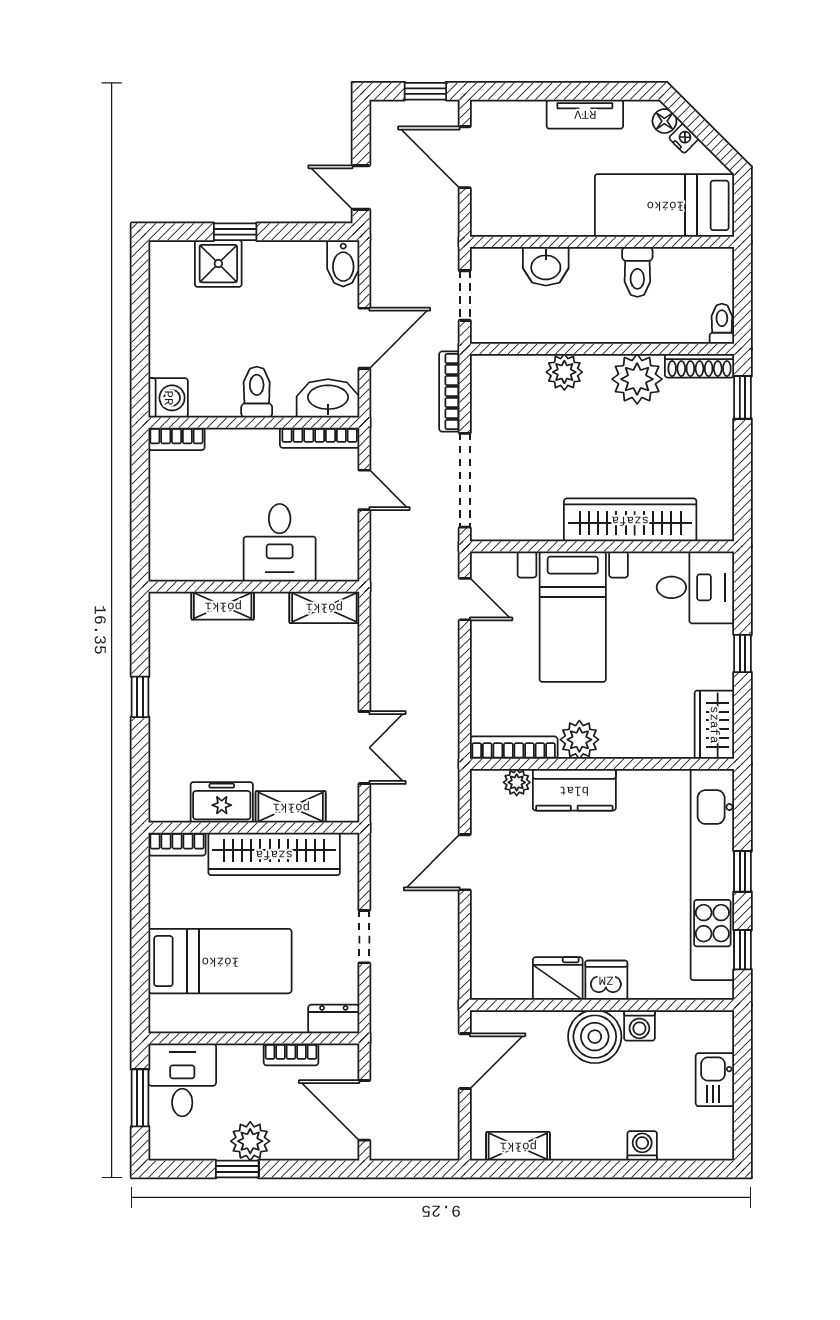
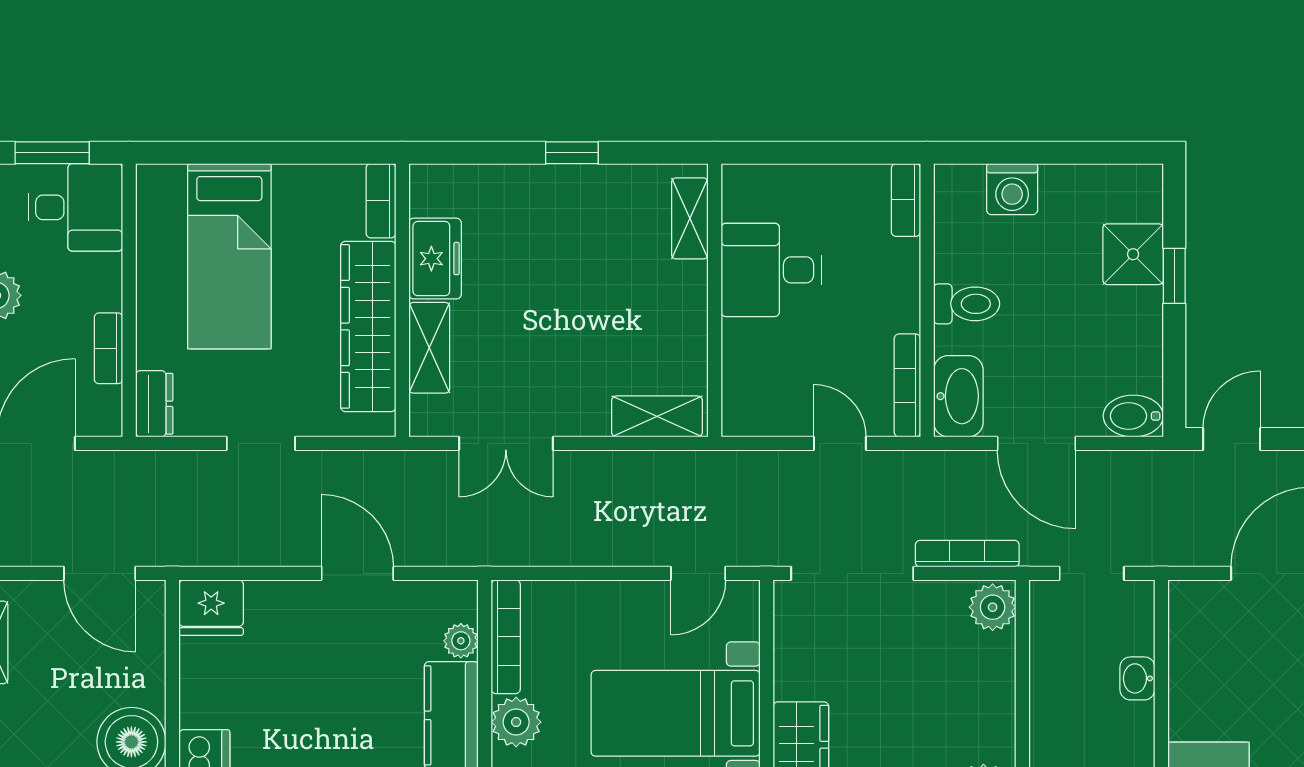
washbasin: (546, 266) -> (1137, 678), width x0.72, depth x0.69
plant: (564, 372) -> (993, 607), moved
washing machine: (168, 398) -> (1012, 189), moved
door: (364, 490) -> (840, 443), swing flipped
desk: (280, 543) -> (771, 270), moved
shelving: (223, 606) -> (690, 218), moved
shelving: (324, 607) -> (657, 416), moved, turned 90
fridge: (558, 979) -> (211, 608), moved, turned 90

